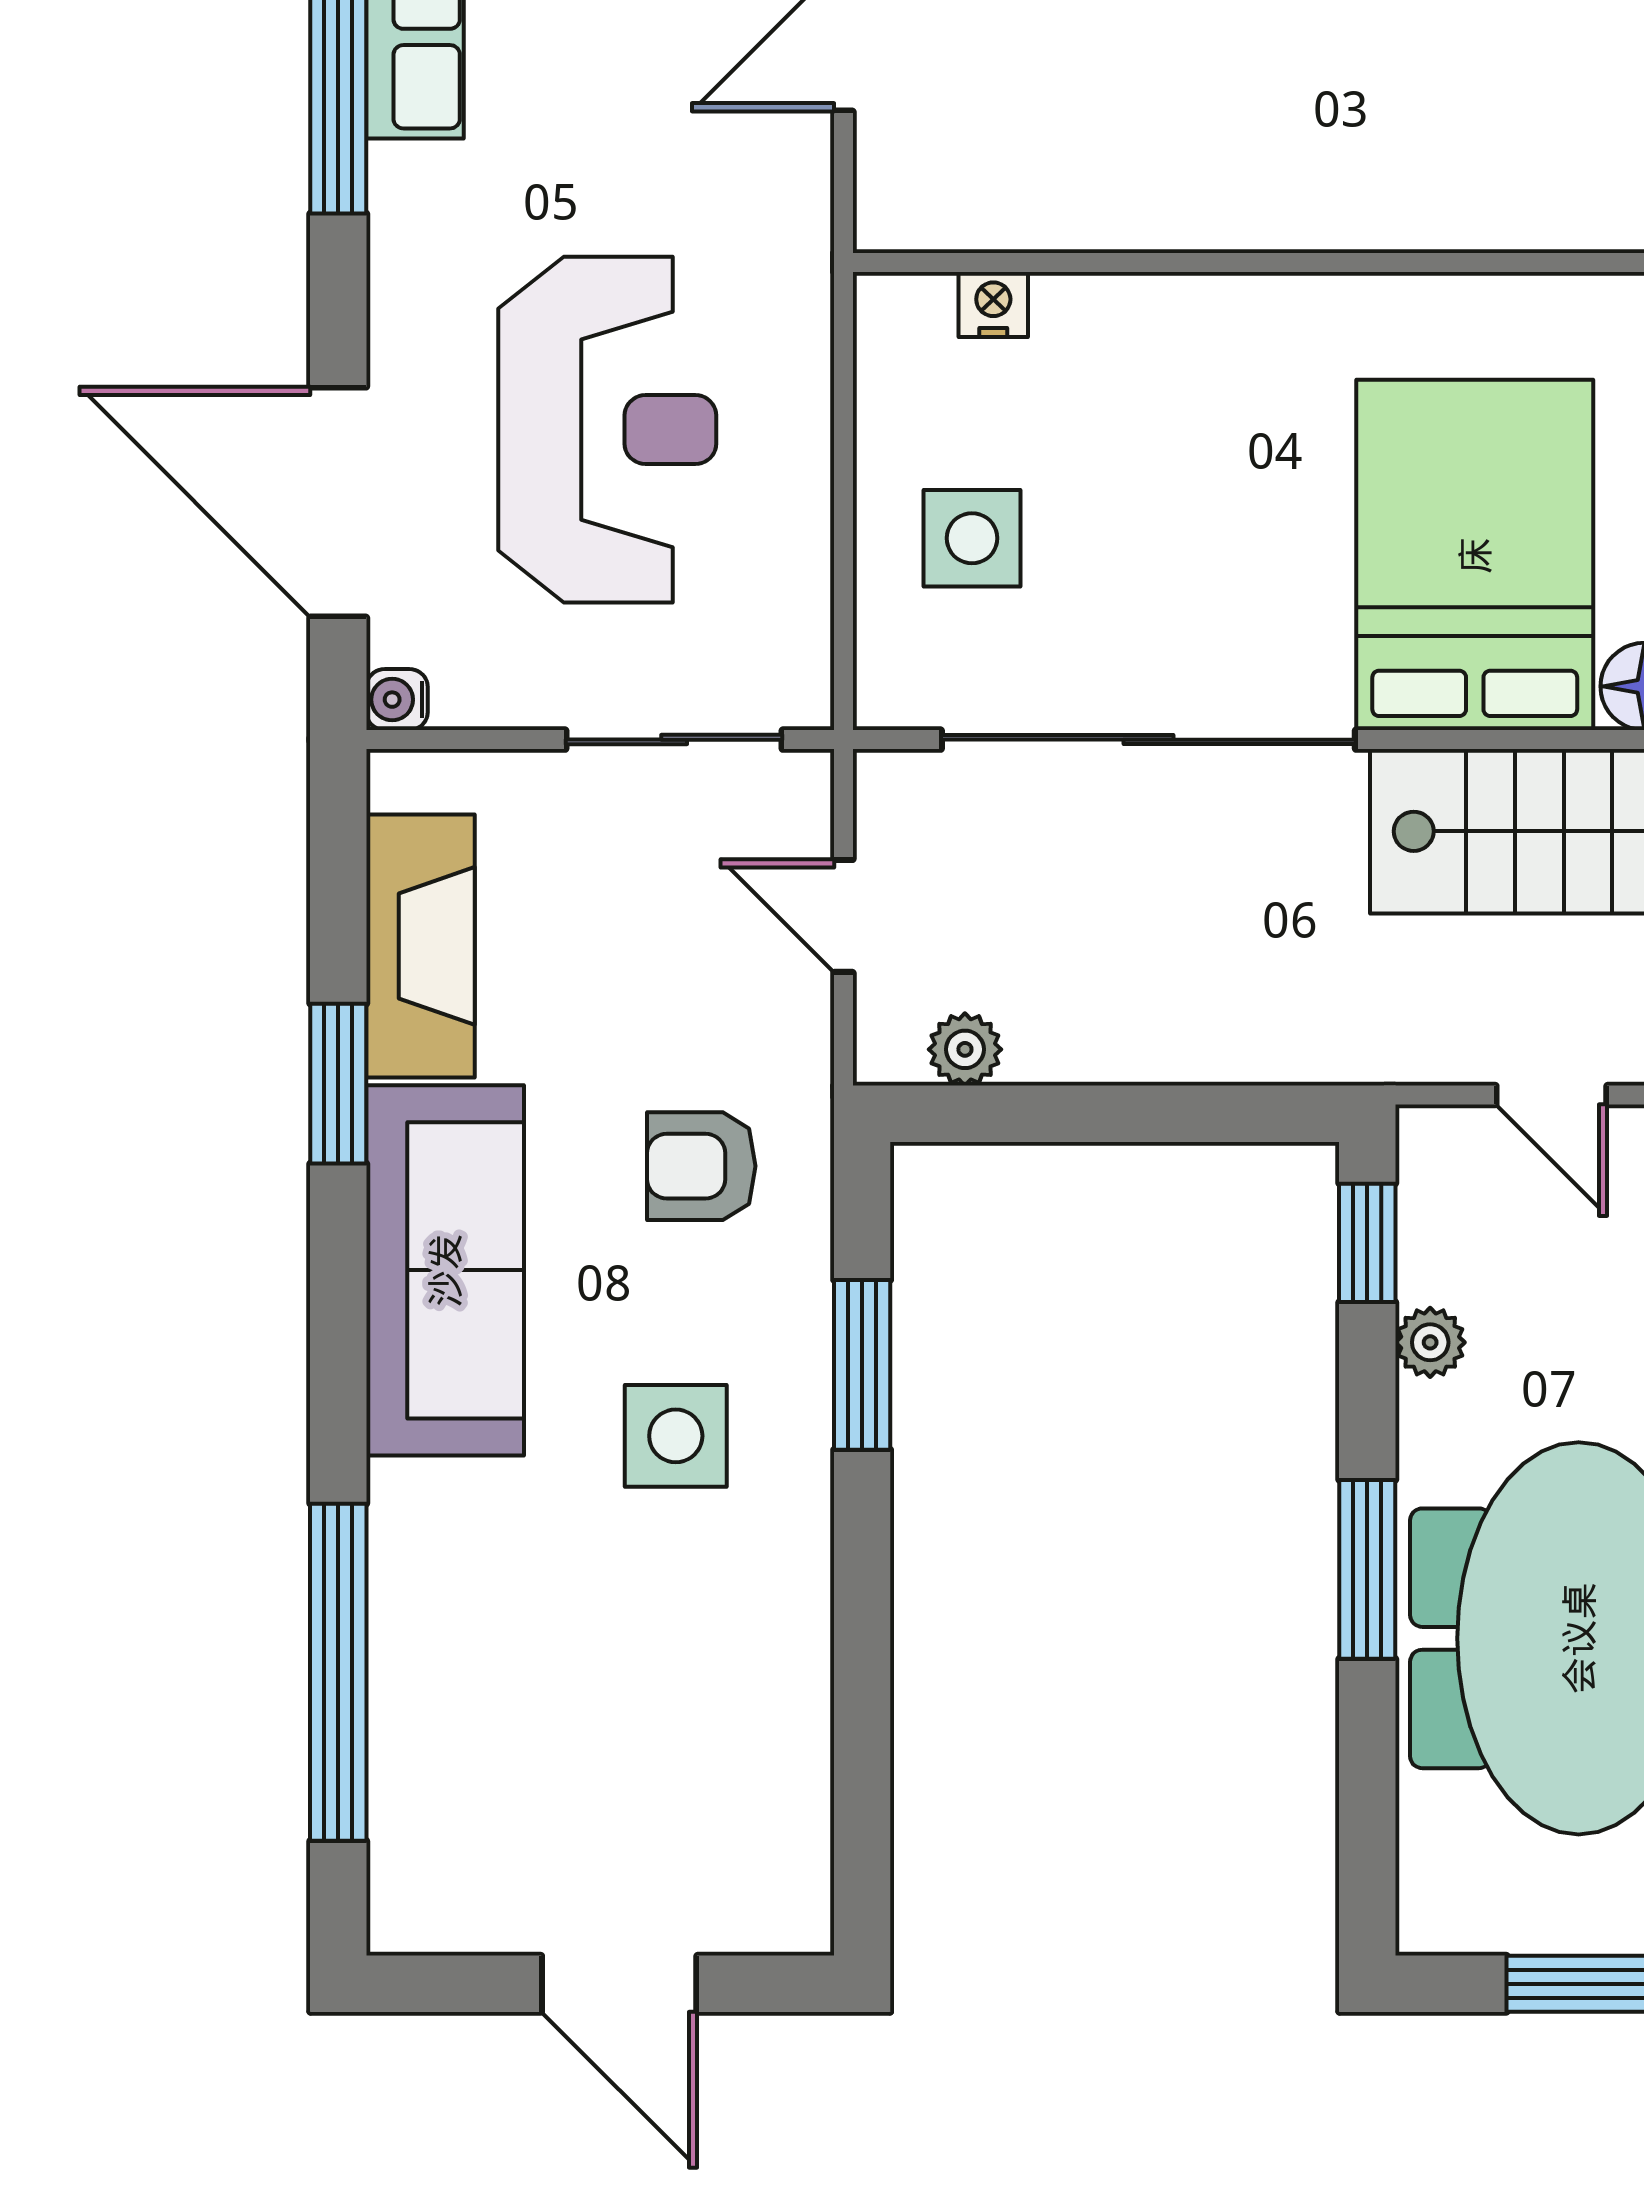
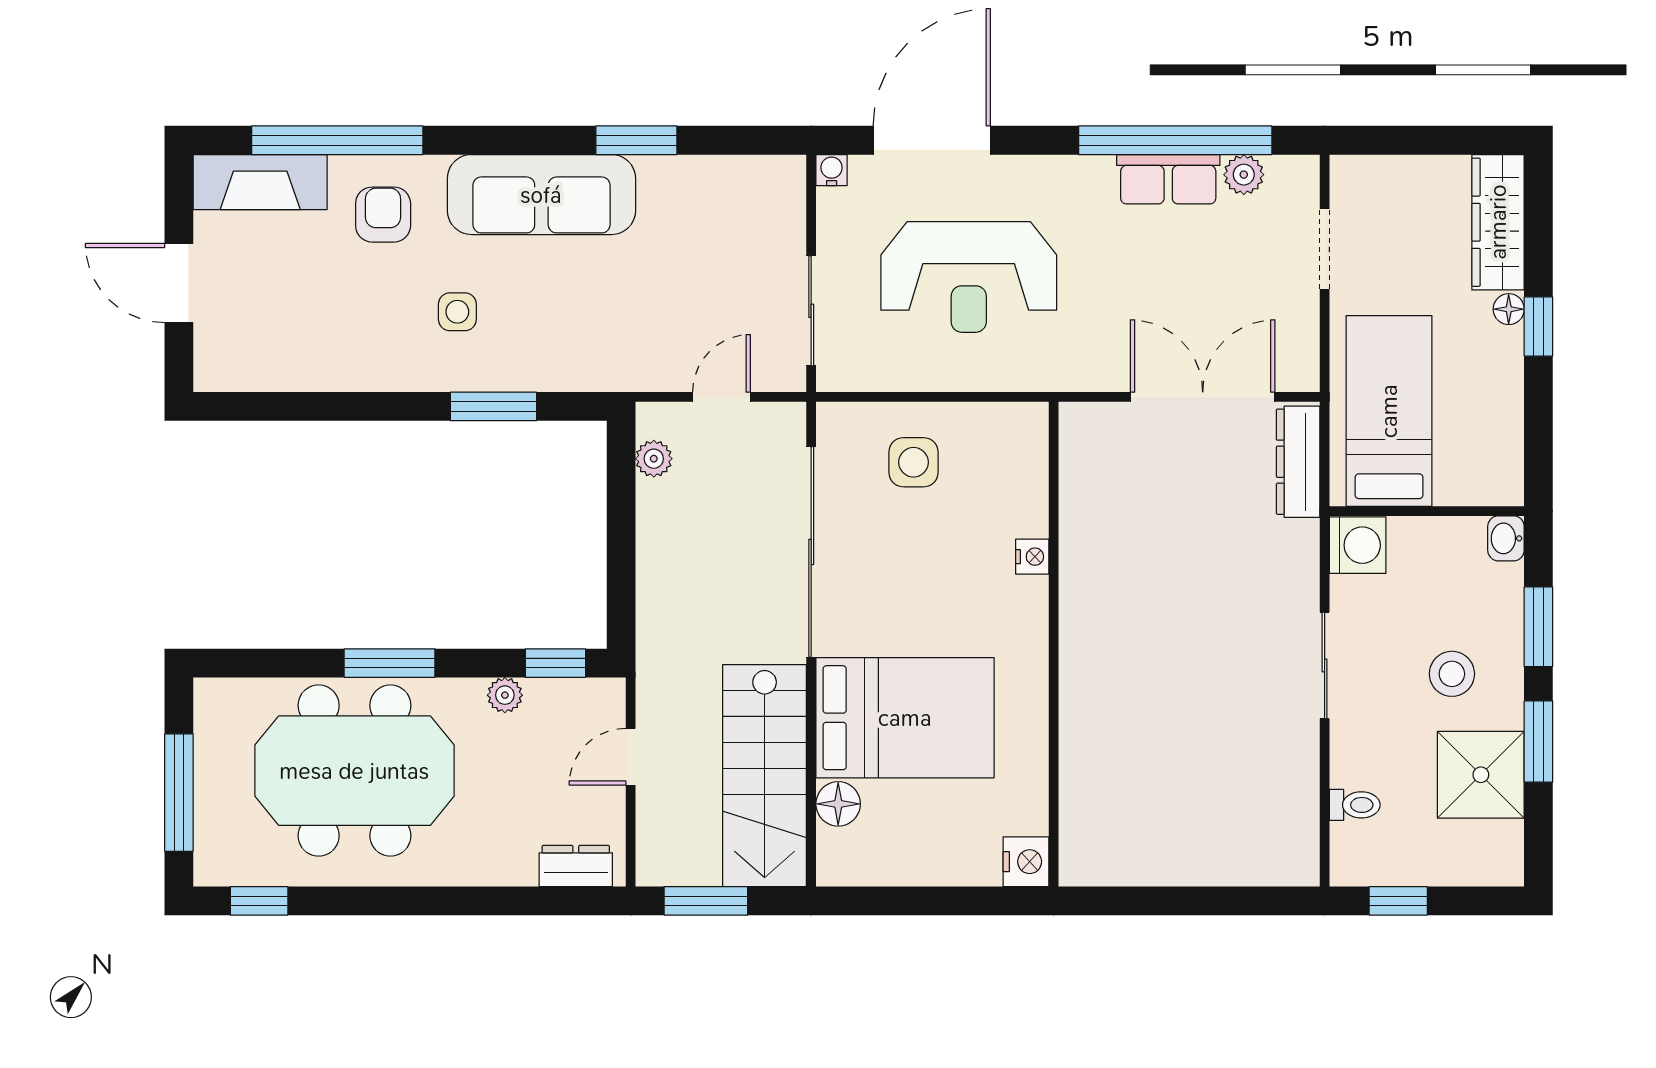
nightstand: (993, 304) -> (1032, 557), moved
fireplace: (421, 946) -> (260, 182), moved
armchair: (701, 1166) -> (383, 215), moved
side table: (676, 1436) -> (457, 312), width x0.73, depth x0.73
door: (619, 1984) -> (179, 283), hinge flipped

